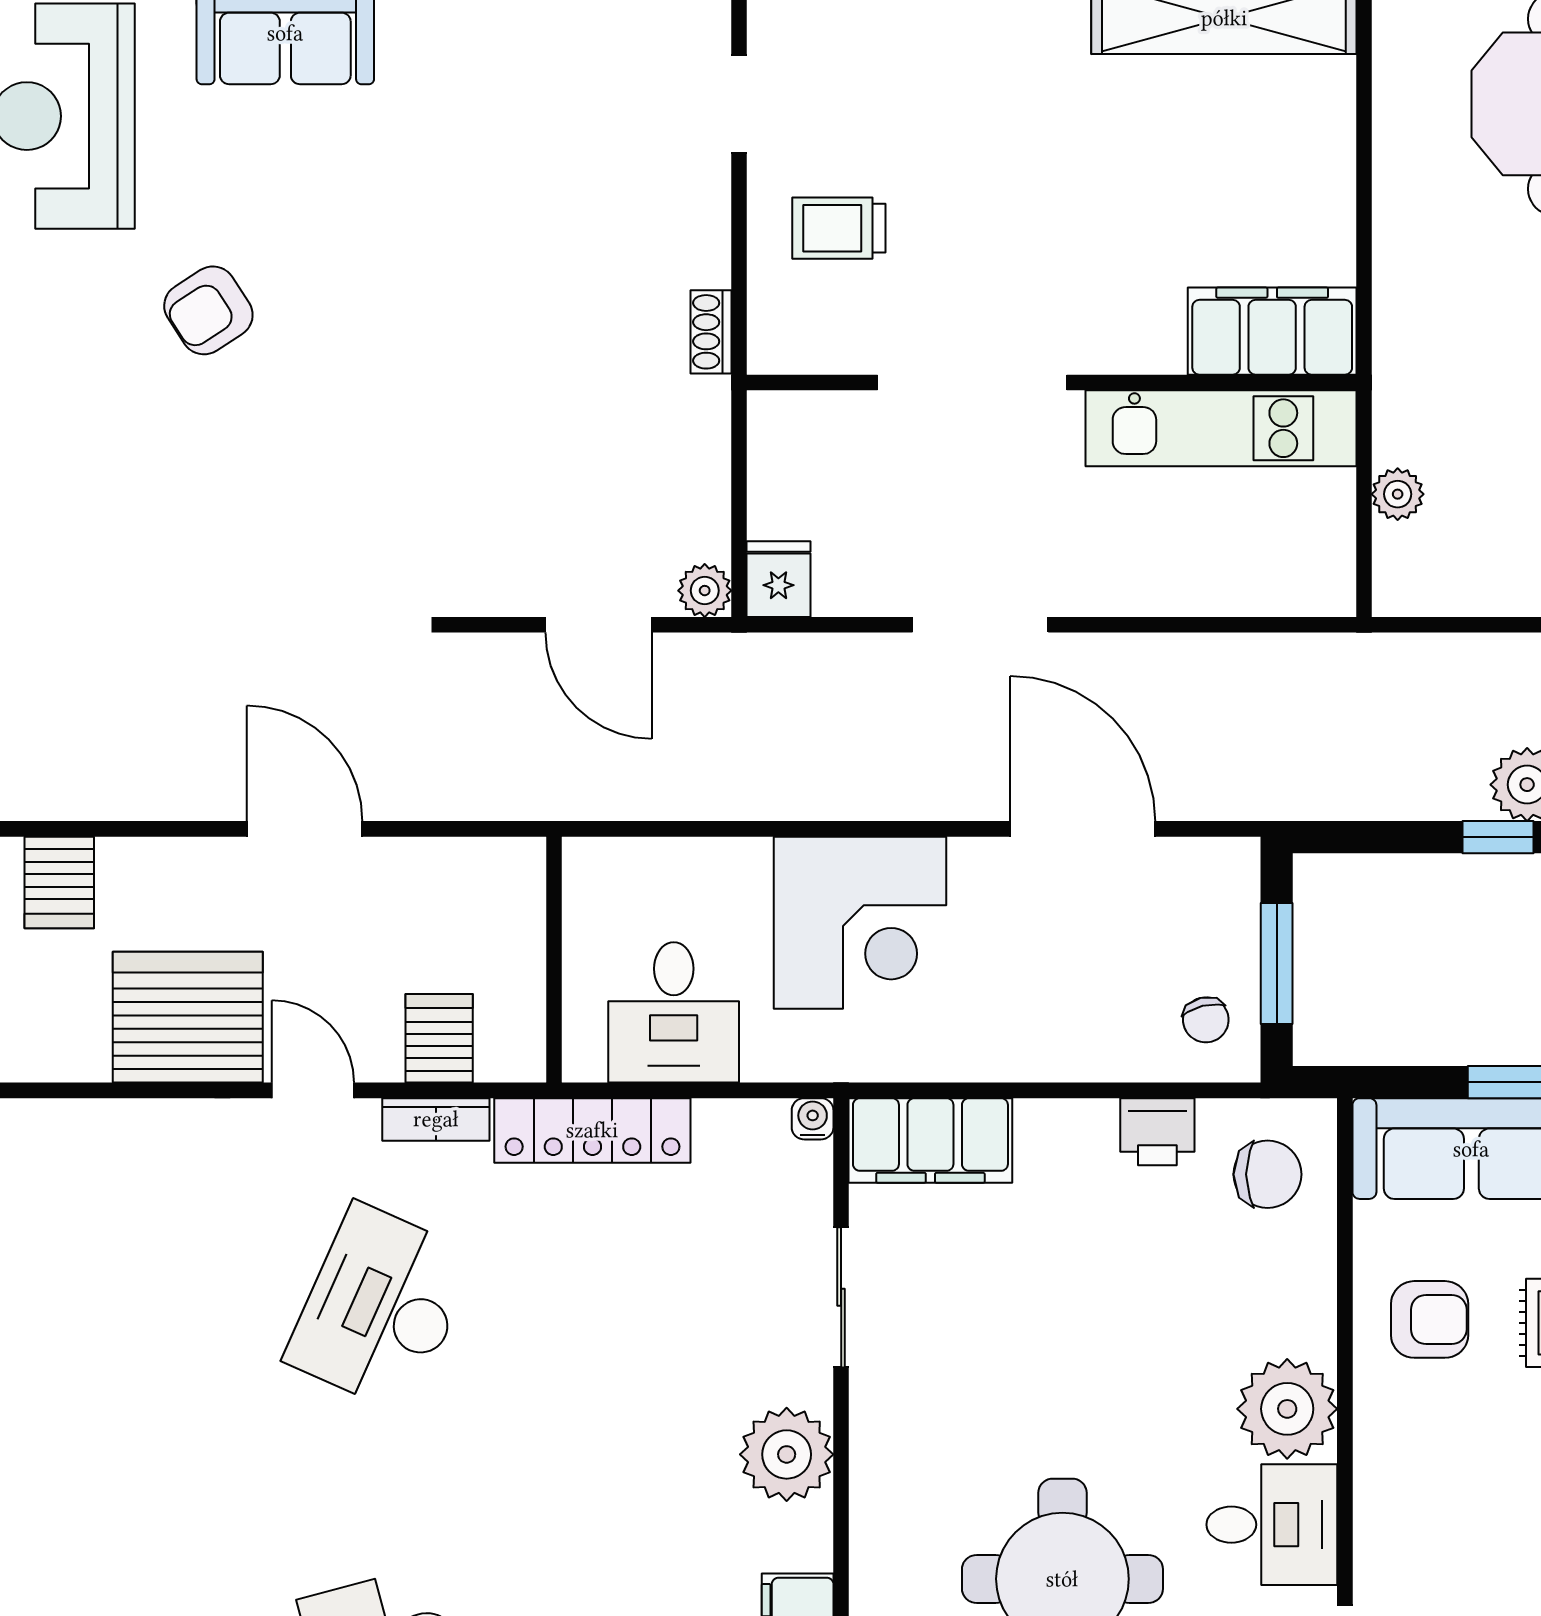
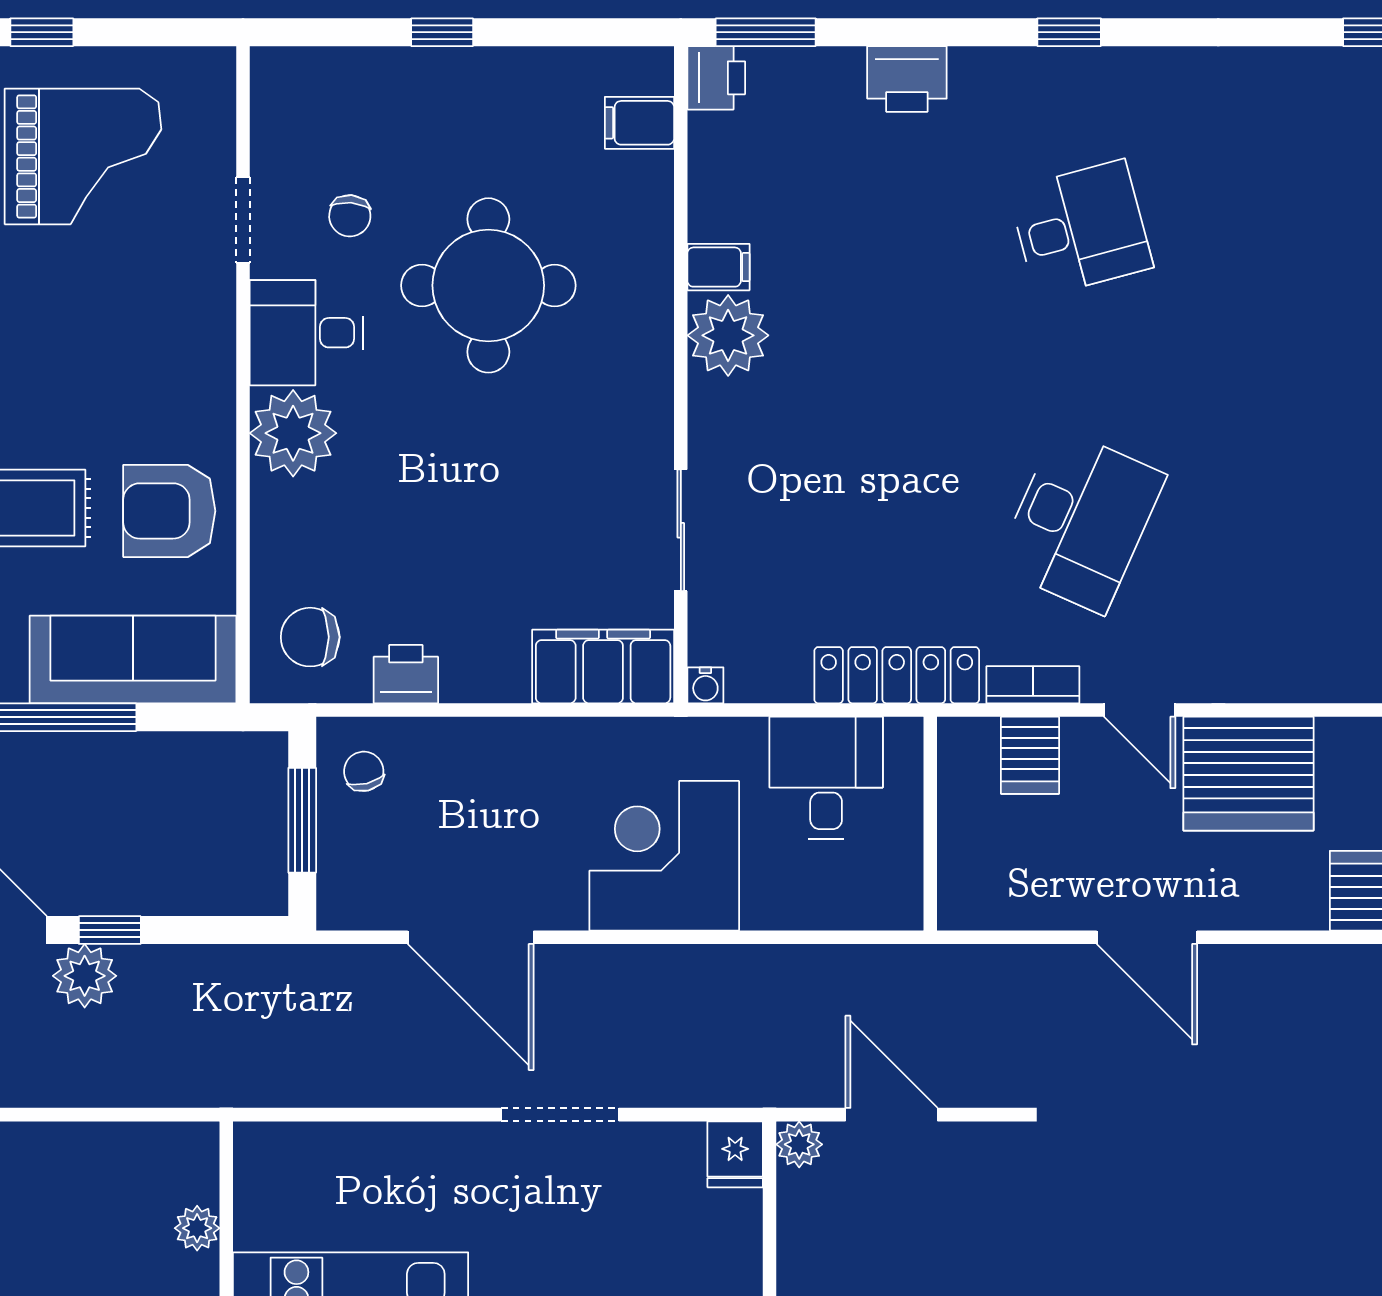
armchair: (1430, 1319) -> (169, 511), width x1.38, depth x1.38
plant: (787, 1454) -> (728, 335), moved

